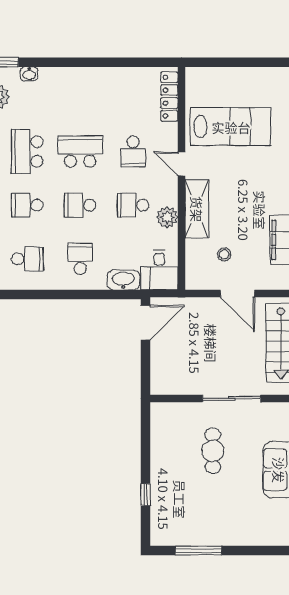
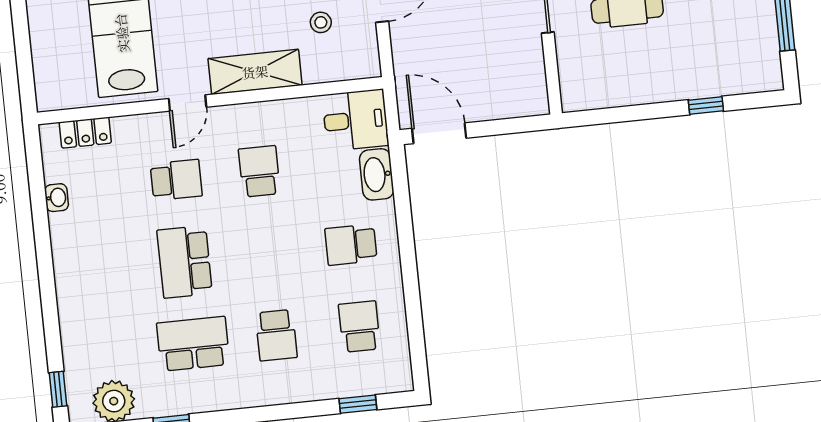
washbasin: (29, 74) -> (57, 198), moved
locker: (169, 97) -> (85, 133), width x0.66
school desk: (27, 152) -> (193, 344), turned 180
school desk: (80, 205) -> (268, 253), removed
school desk: (133, 205) -> (259, 171), turned 180
plant: (167, 217) -> (273, 117), removed

